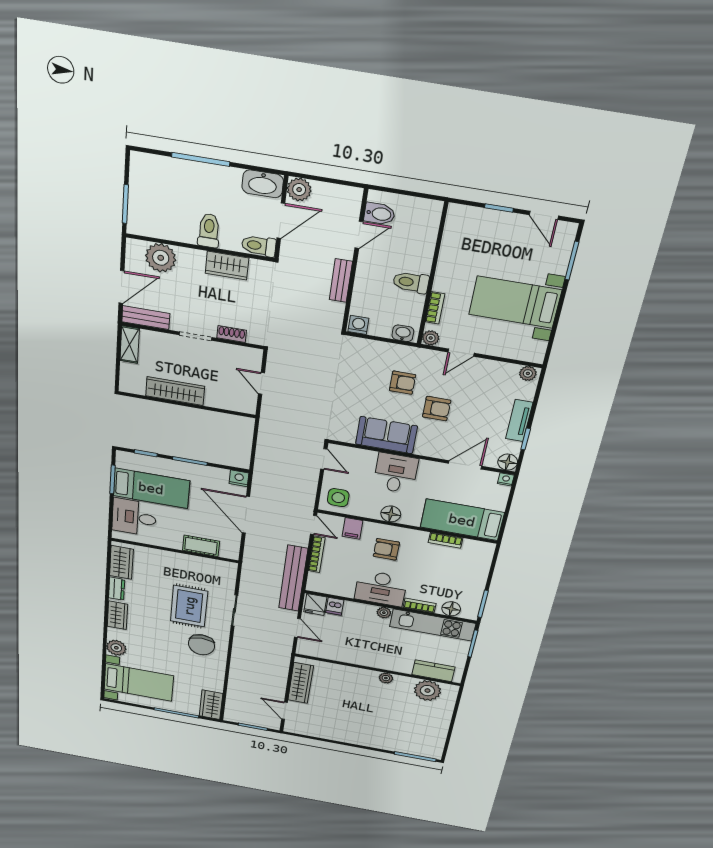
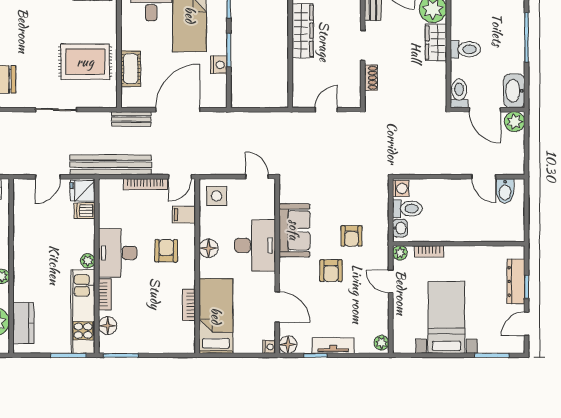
dresser: (490, 219) -> (516, 281), added
wardrobe: (227, 266) -> (436, 42), moved
bench: (341, 281) -> (131, 119), moved
toilet: (411, 282) -> (407, 209), moved, turned 90
door: (324, 459) -> (257, 177), swing flipped
desk: (396, 473) -> (255, 245), width x1.37
nightstand: (239, 478) -> (219, 65), moved
rug: (189, 606) -> (85, 62), moved

